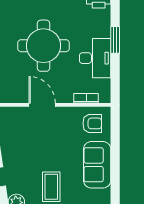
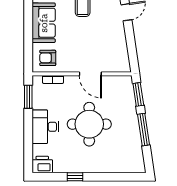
window: (115, 40) -> (28, 97), moved
desk: (95, 58) -> (45, 127), moved

